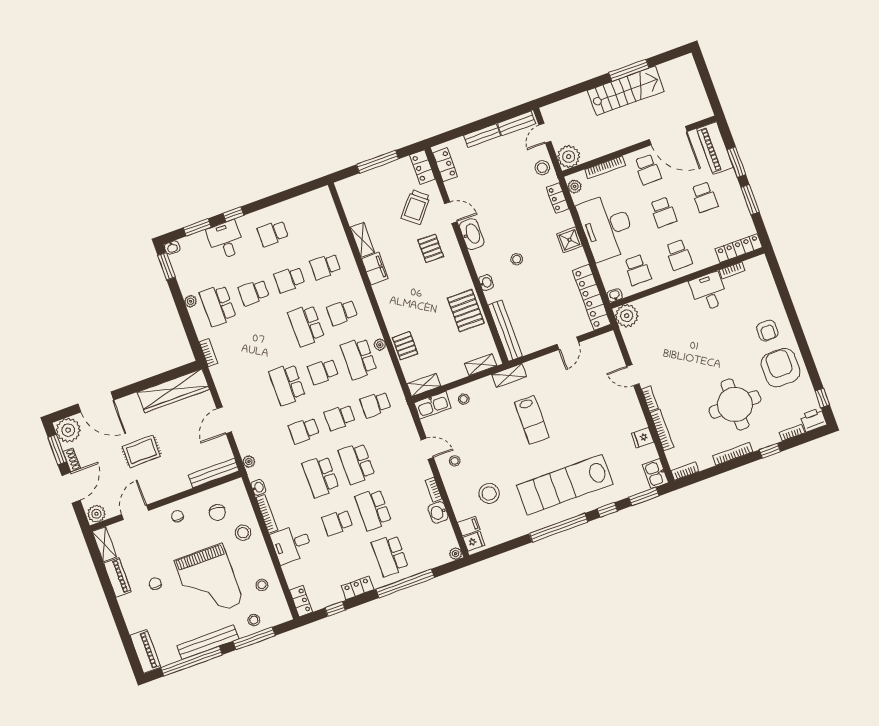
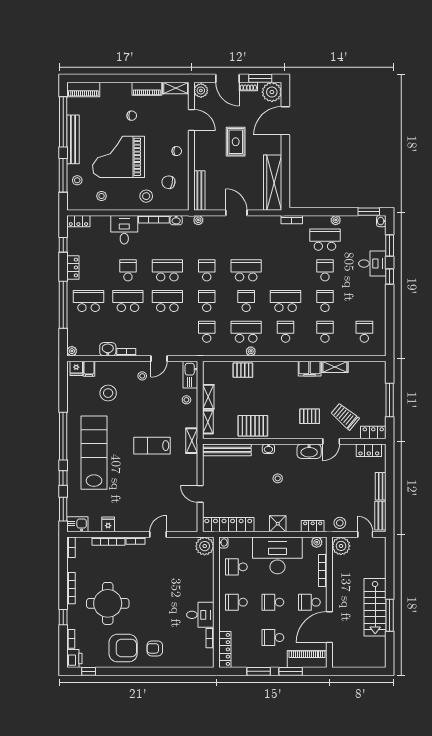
school desk: (273, 233) -> (364, 332), moved
shelving: (424, 385) -> (208, 397), moved

